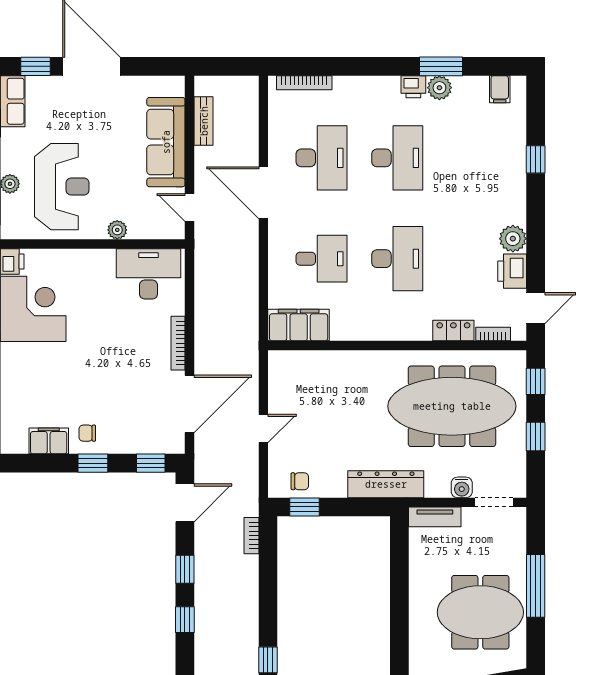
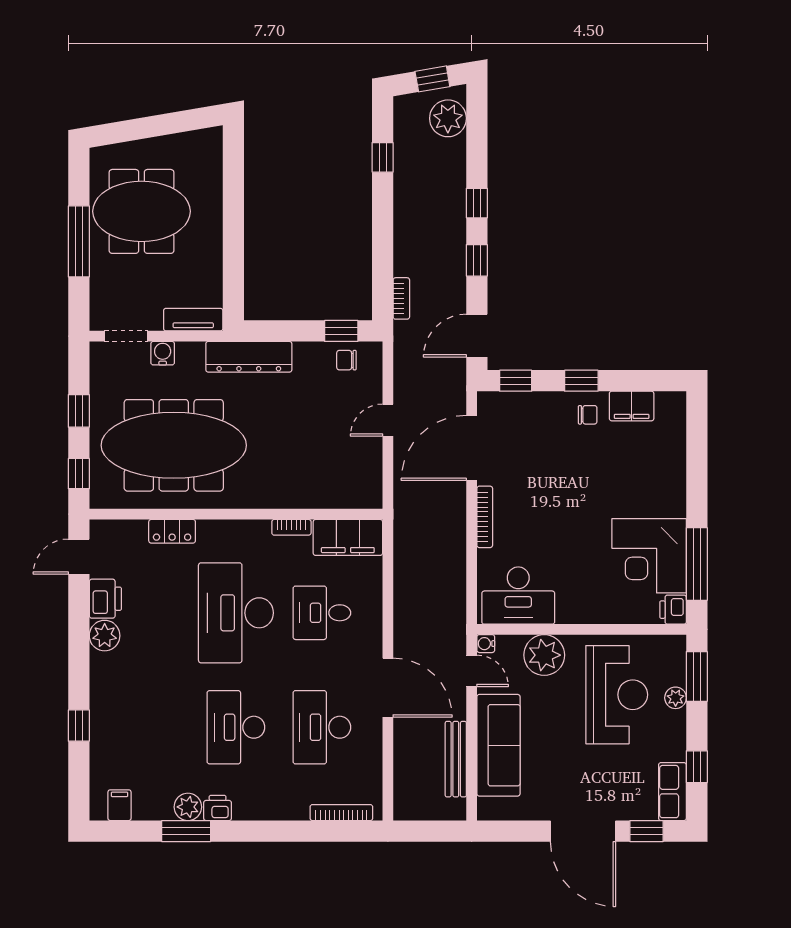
bench: (204, 121) -> (456, 759), width x1.36
reception desk: (62, 187) -> (617, 695), turned 180
plant: (117, 230) -> (544, 655), width x1.88, depth x1.88
water cooler: (177, 232) -> (486, 644), added
desk: (397, 259) -> (236, 613), width x1.36, depth x1.30
bookcase: (493, 334) -> (291, 527), moved

